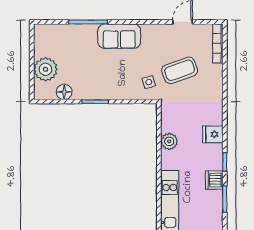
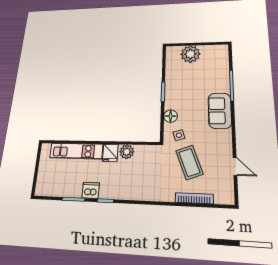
bookcase: (218, 44) -> (194, 198), moved
floor lamp: (64, 92) -> (171, 116), moved
fridge: (213, 134) -> (110, 153), moved, turned 180

